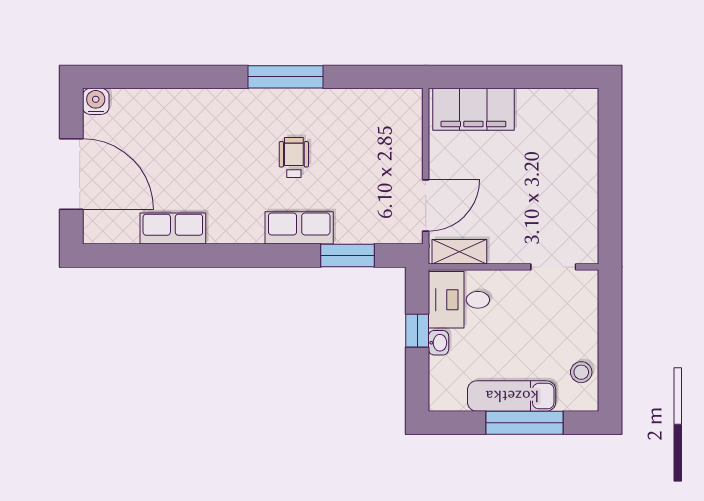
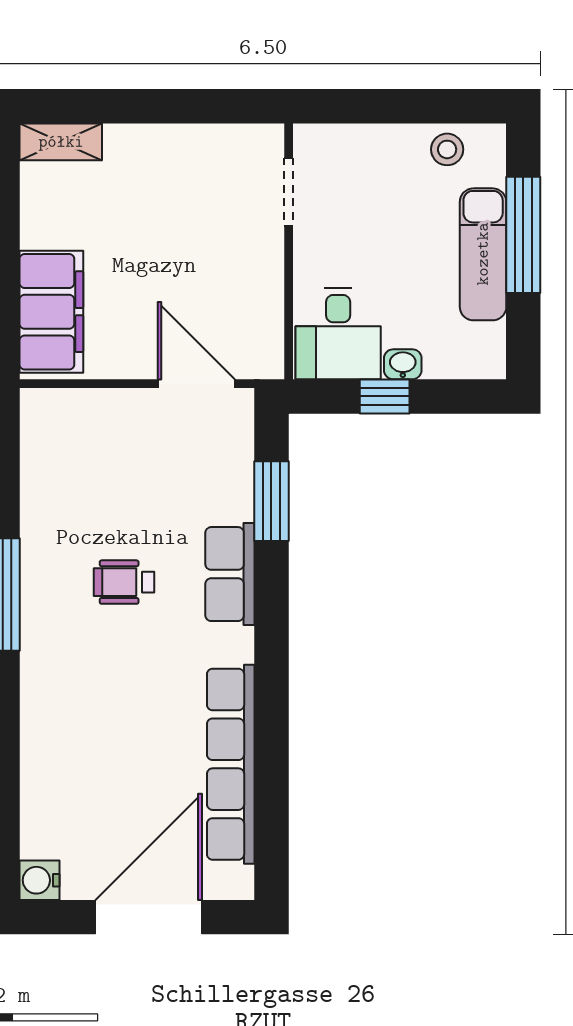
row of seats: (173, 228) -> (231, 764), width x2.02
shelving: (459, 252) -> (61, 142), moved, turned 90

